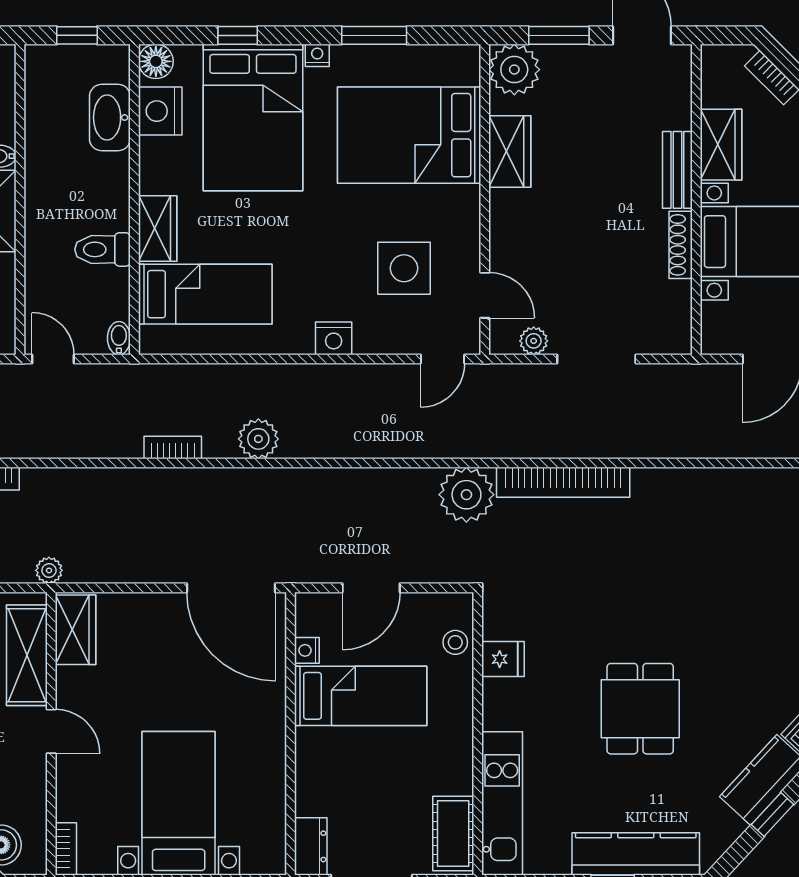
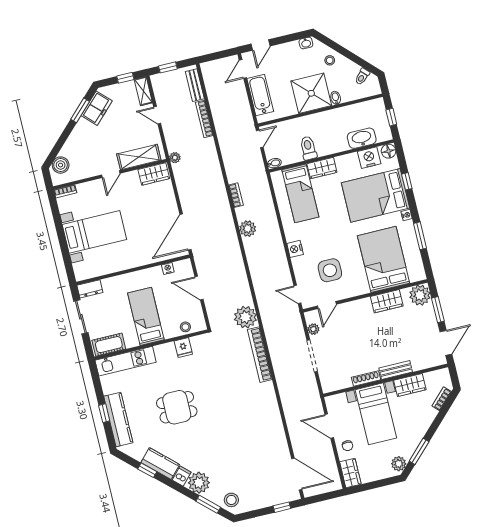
bed: (361, 696) -> (146, 316), moved, turned 180

